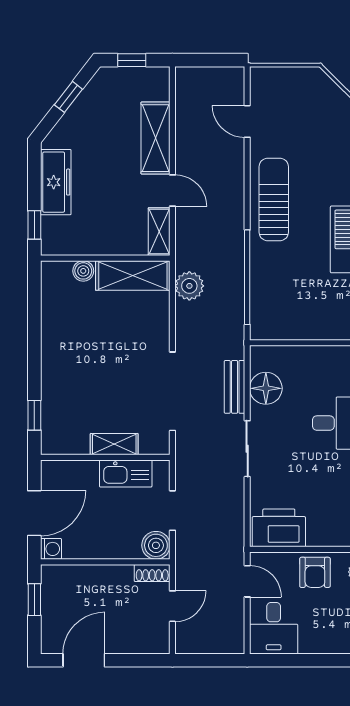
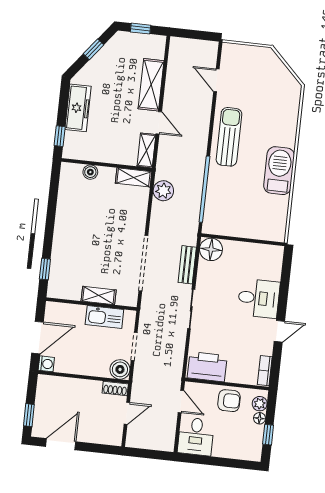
shelving: (133, 275) -> (134, 177), width x0.67, depth x0.75
floor lamp: (266, 388) -> (211, 249), moved
armchair: (315, 572) -> (229, 401), turned -90
window: (34, 600) -> (29, 415), moved

